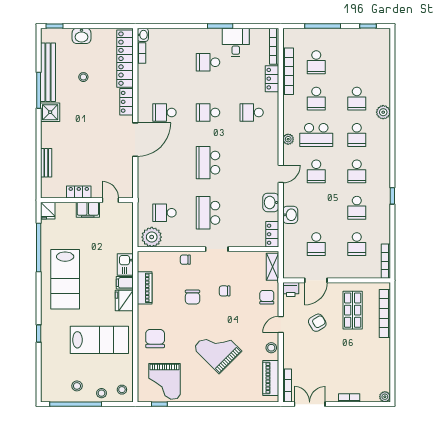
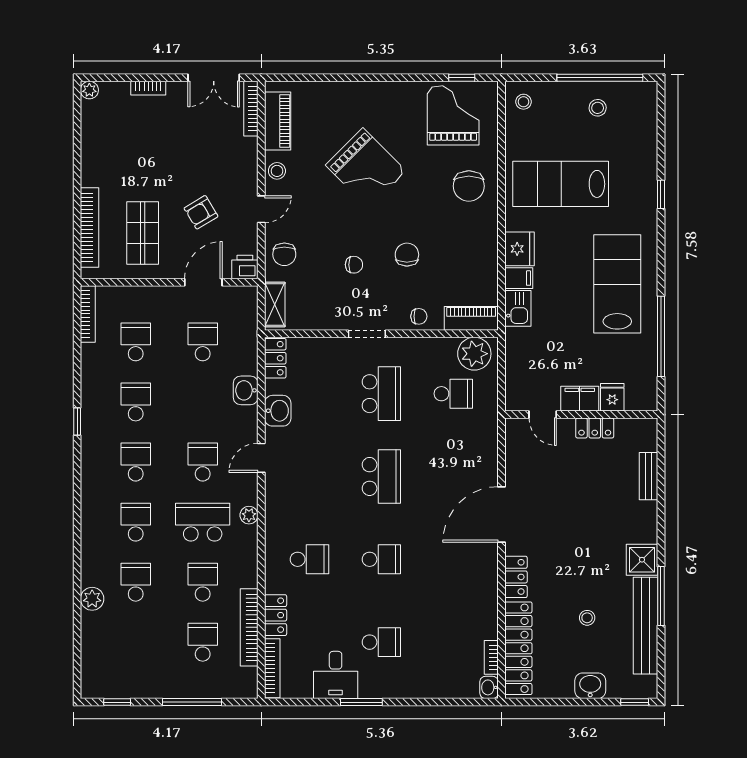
school desk: (164, 112) -> (453, 559), removed
plant: (383, 112) -> (92, 599), moved
fridge: (48, 211) -> (612, 397), moved
piano: (145, 288) -> (471, 318), moved, turned 90
stool: (102, 393) -> (557, 96), removed

